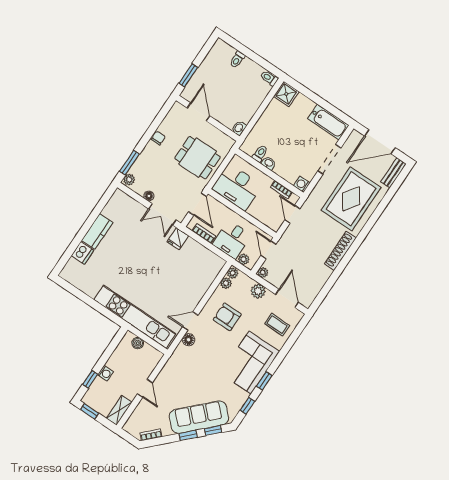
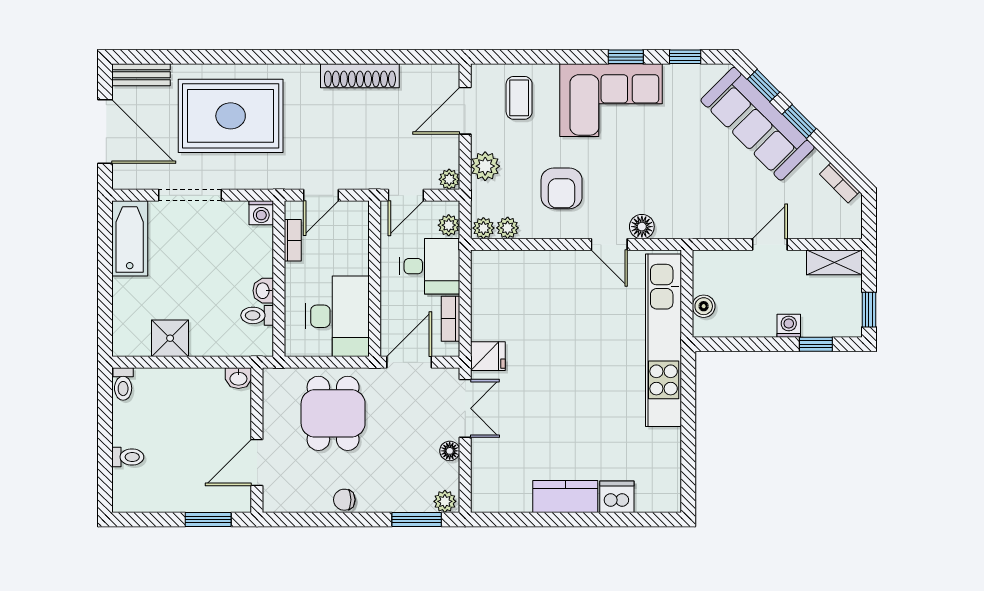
shower: (286, 94) -> (170, 338), moved
shoe rack: (340, 251) -> (360, 76), moved

